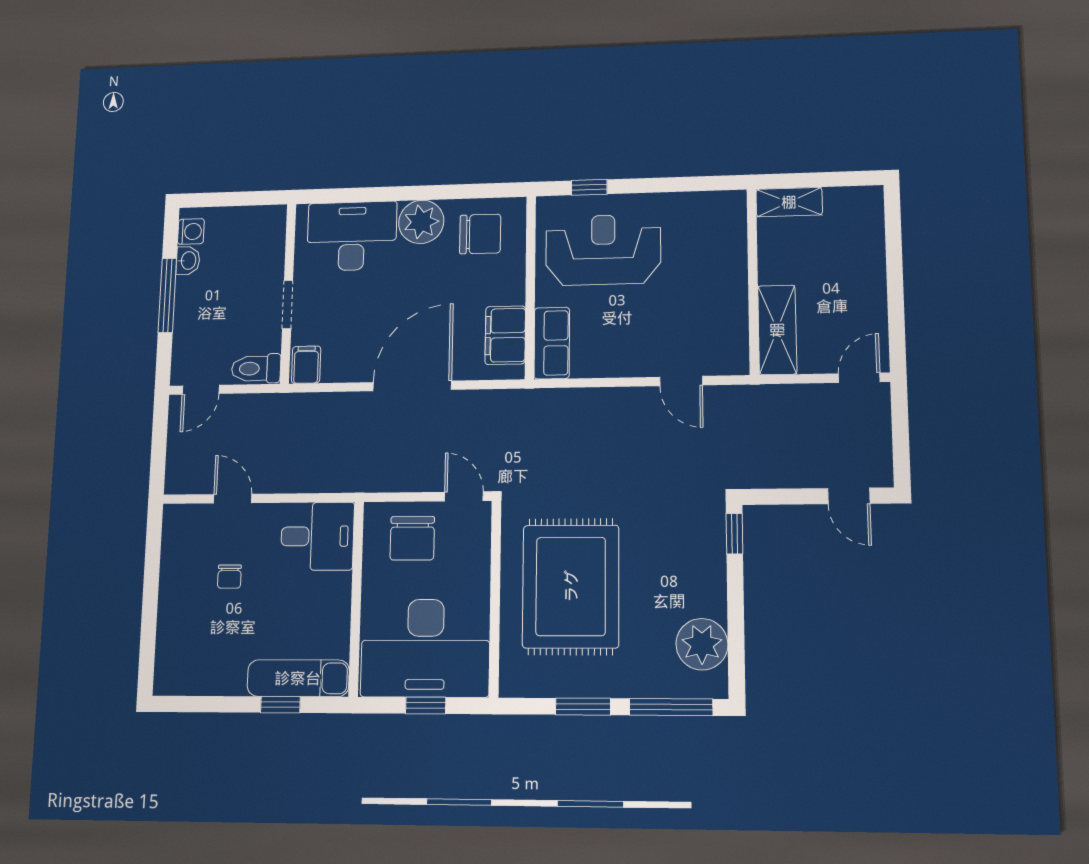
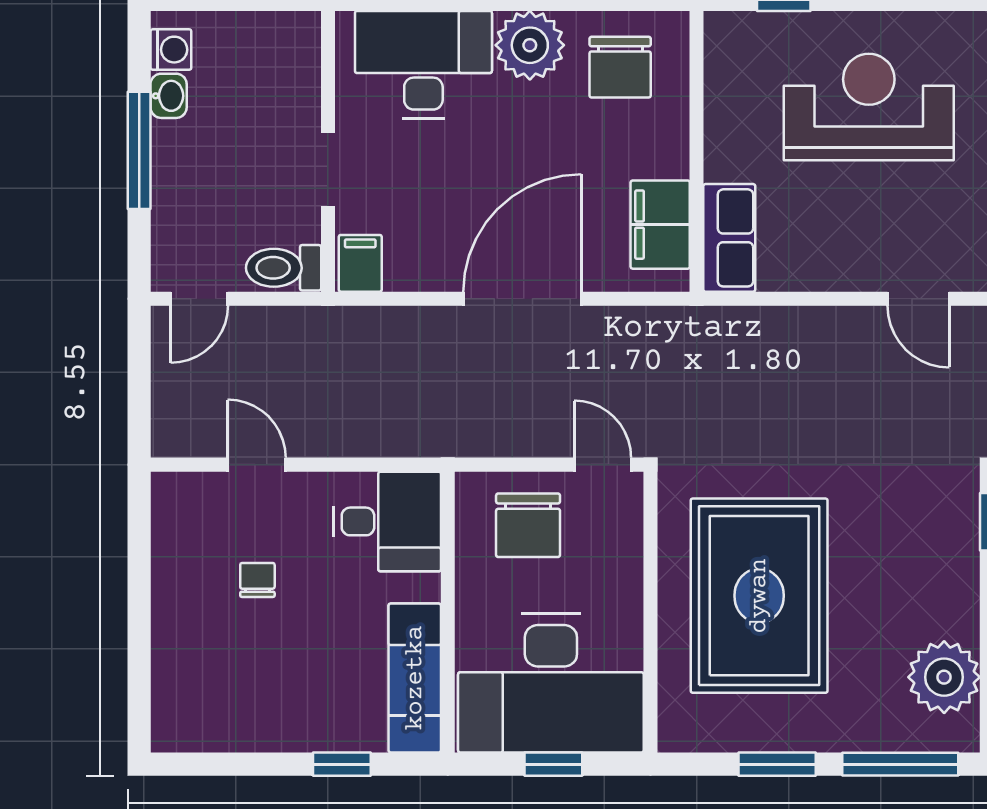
chair: (480, 234) -> (620, 67), turned 90
reception desk: (603, 250) -> (869, 107), moved
chair: (229, 577) -> (257, 580), turned 180
exam couch: (298, 678) -> (415, 678), moved, turned -90

